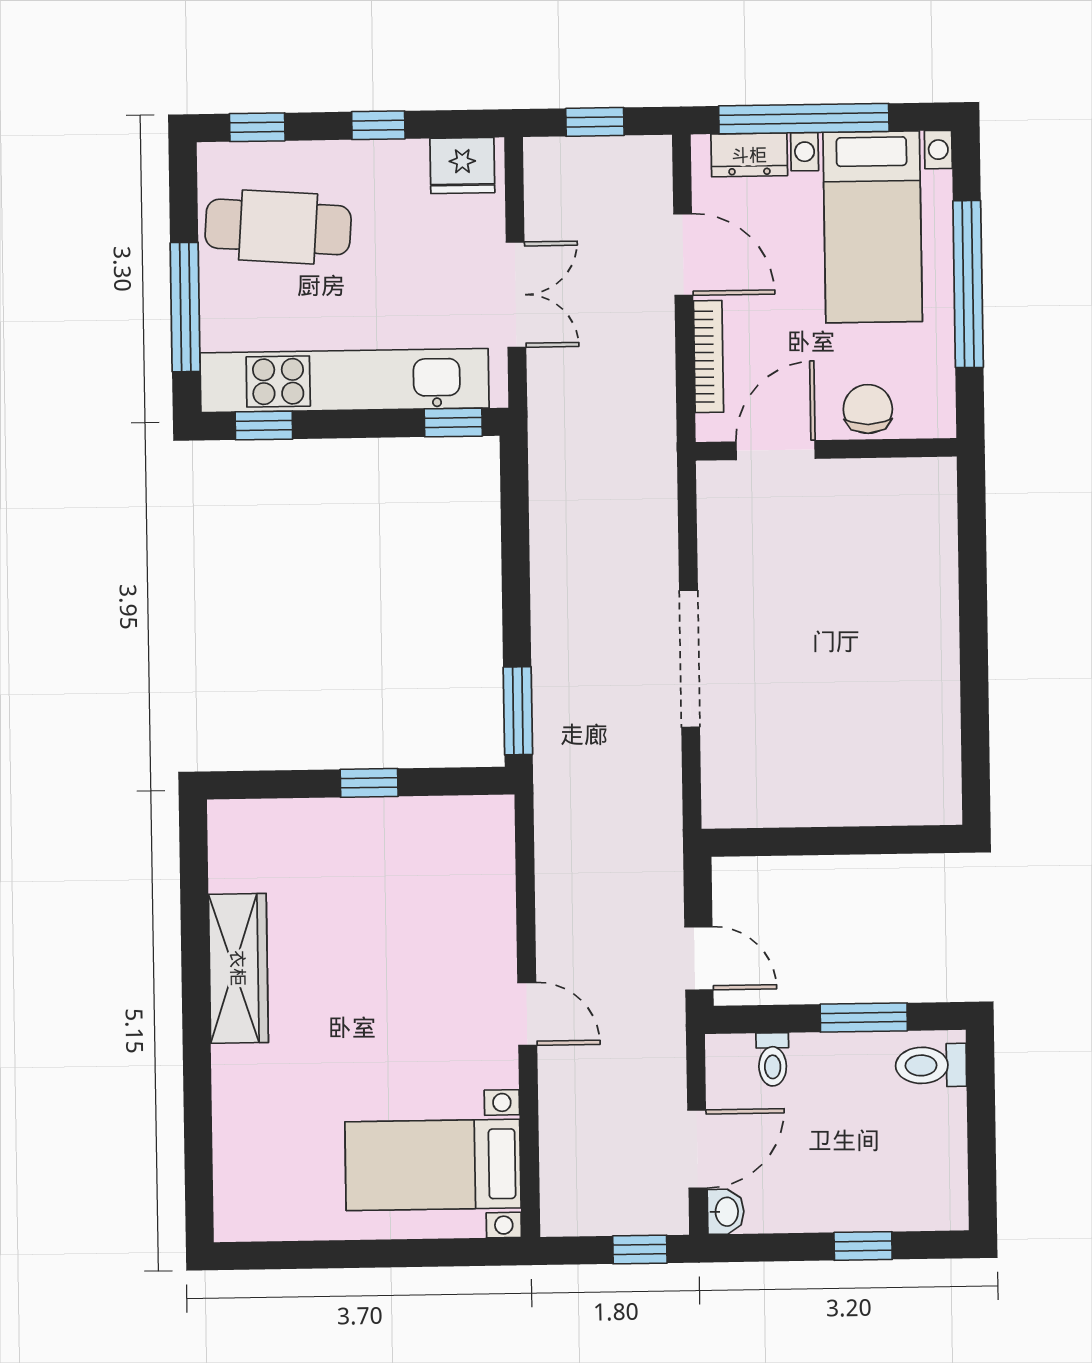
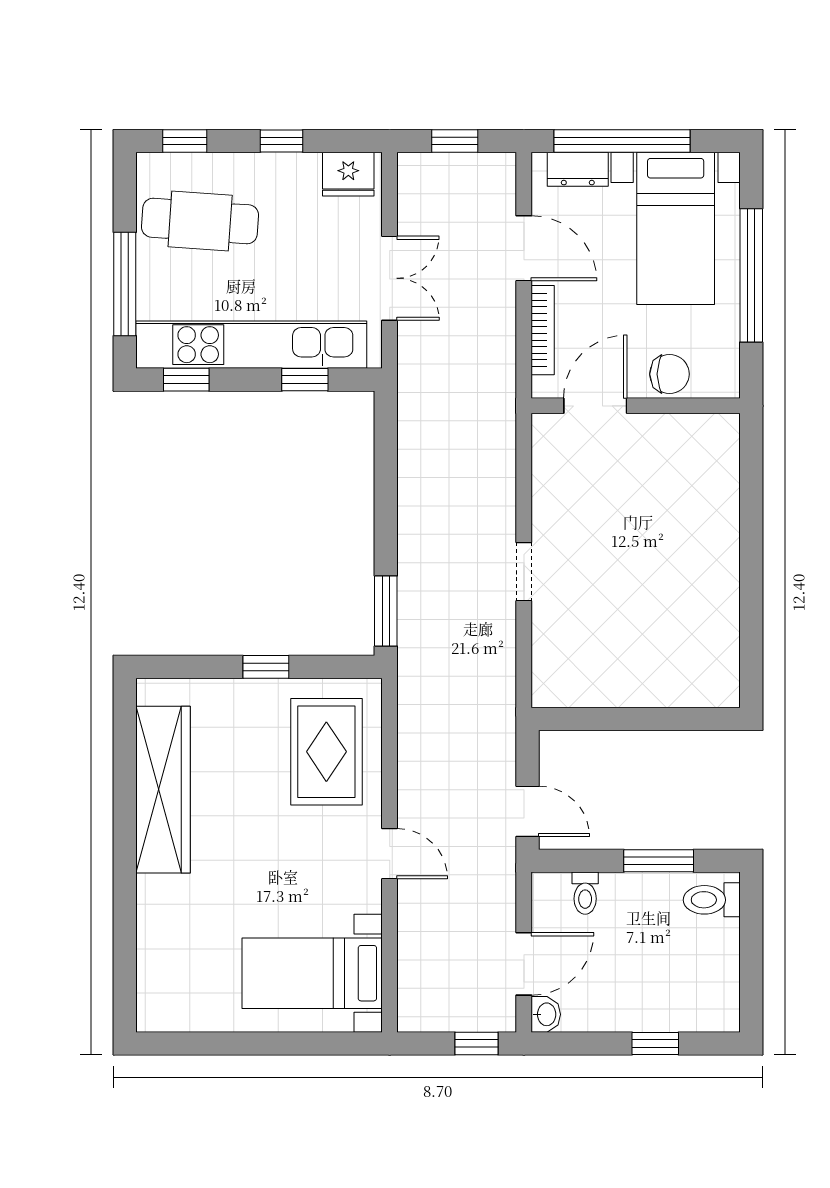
chair: (868, 409) -> (670, 374), turned 90
window: (453, 423) -> (305, 380), moved
doorway: (690, 659) -> (524, 572), width x0.53
rug: (446, 888) -> (326, 752), added
wardrobe: (238, 968) -> (163, 790), width x1.40, depth x1.17

